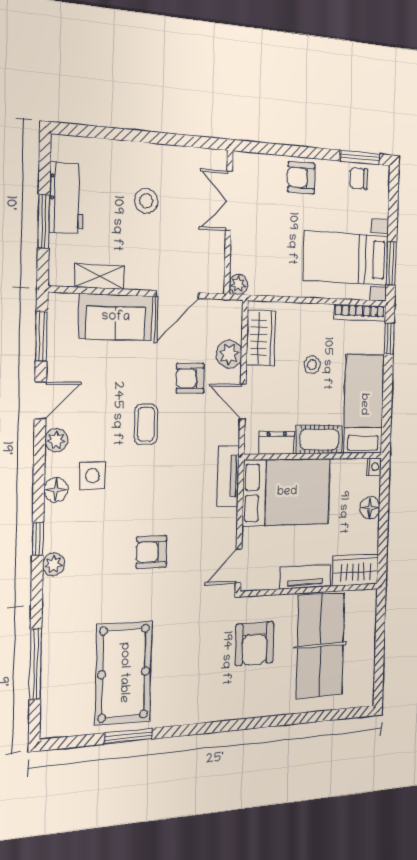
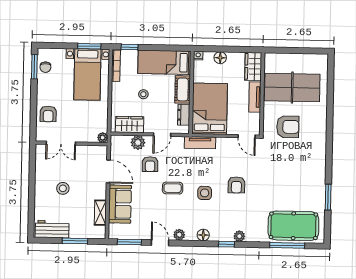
armchair: (301, 178) -> (48, 114), moved
workbench: (67, 198) -> (52, 229), moved
side table: (92, 476) -> (205, 193), moved
pool table: (124, 673) -> (293, 226), moved

